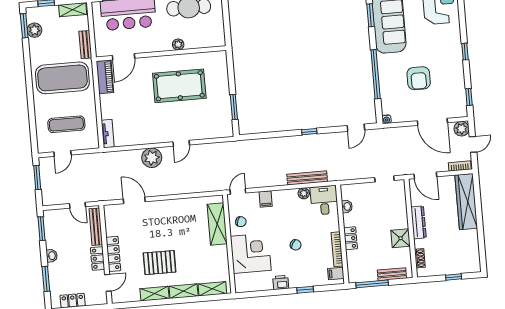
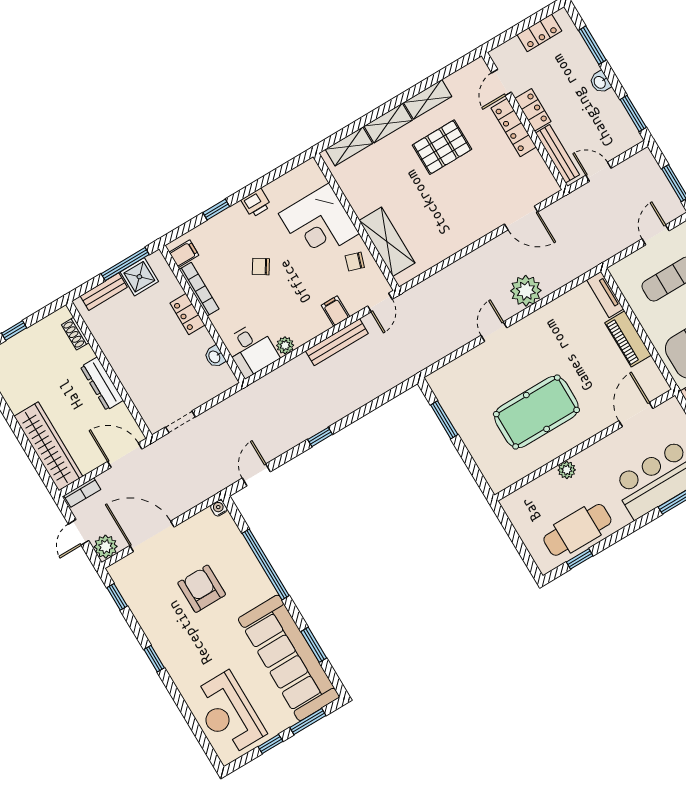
piano: (105, 77) -> (628, 339), moved
bench: (307, 178) -> (337, 342), moved
shower: (401, 238) -> (139, 277), moved

